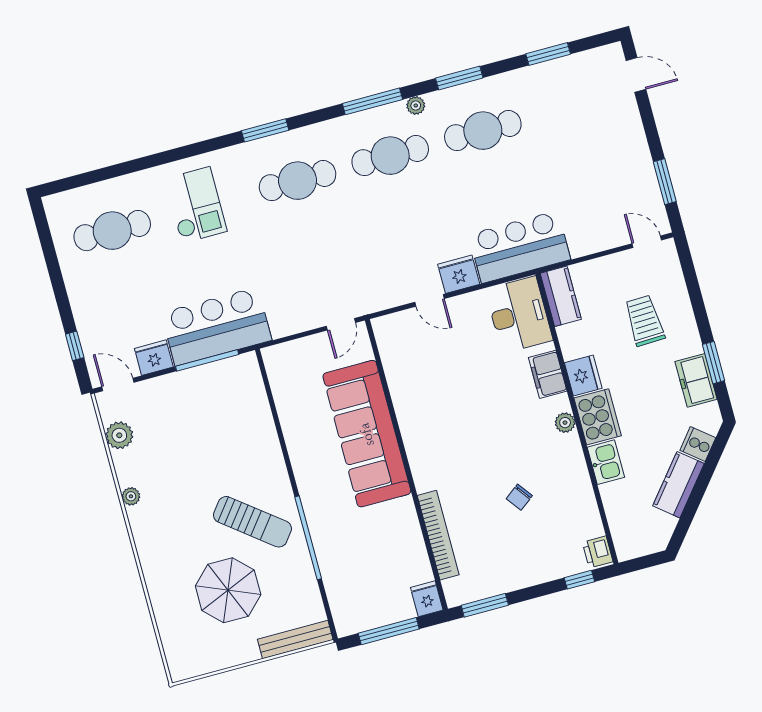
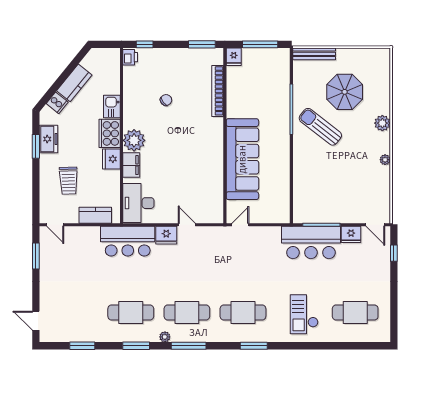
kitchen counter: (561, 296) -> (95, 215), moved, turned 90
plant: (565, 423) -> (134, 140), width x1.87, depth x1.87
plant: (119, 435) -> (382, 123), moved

